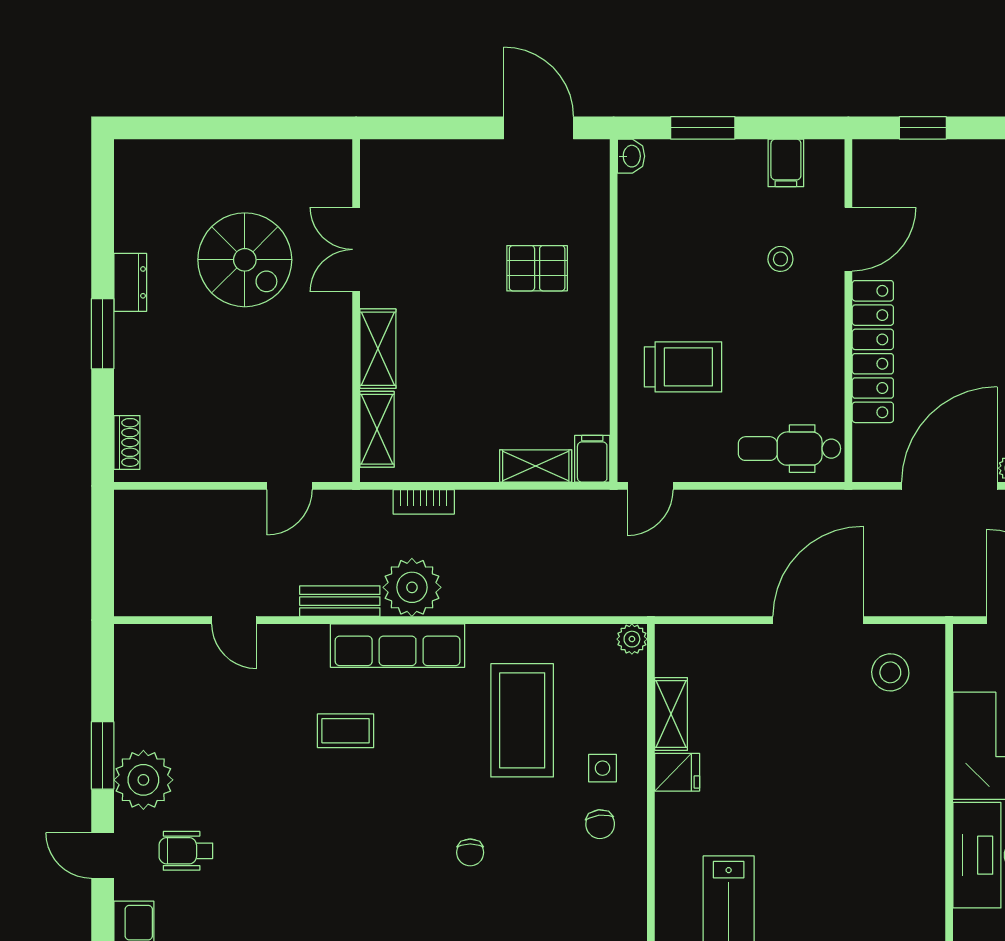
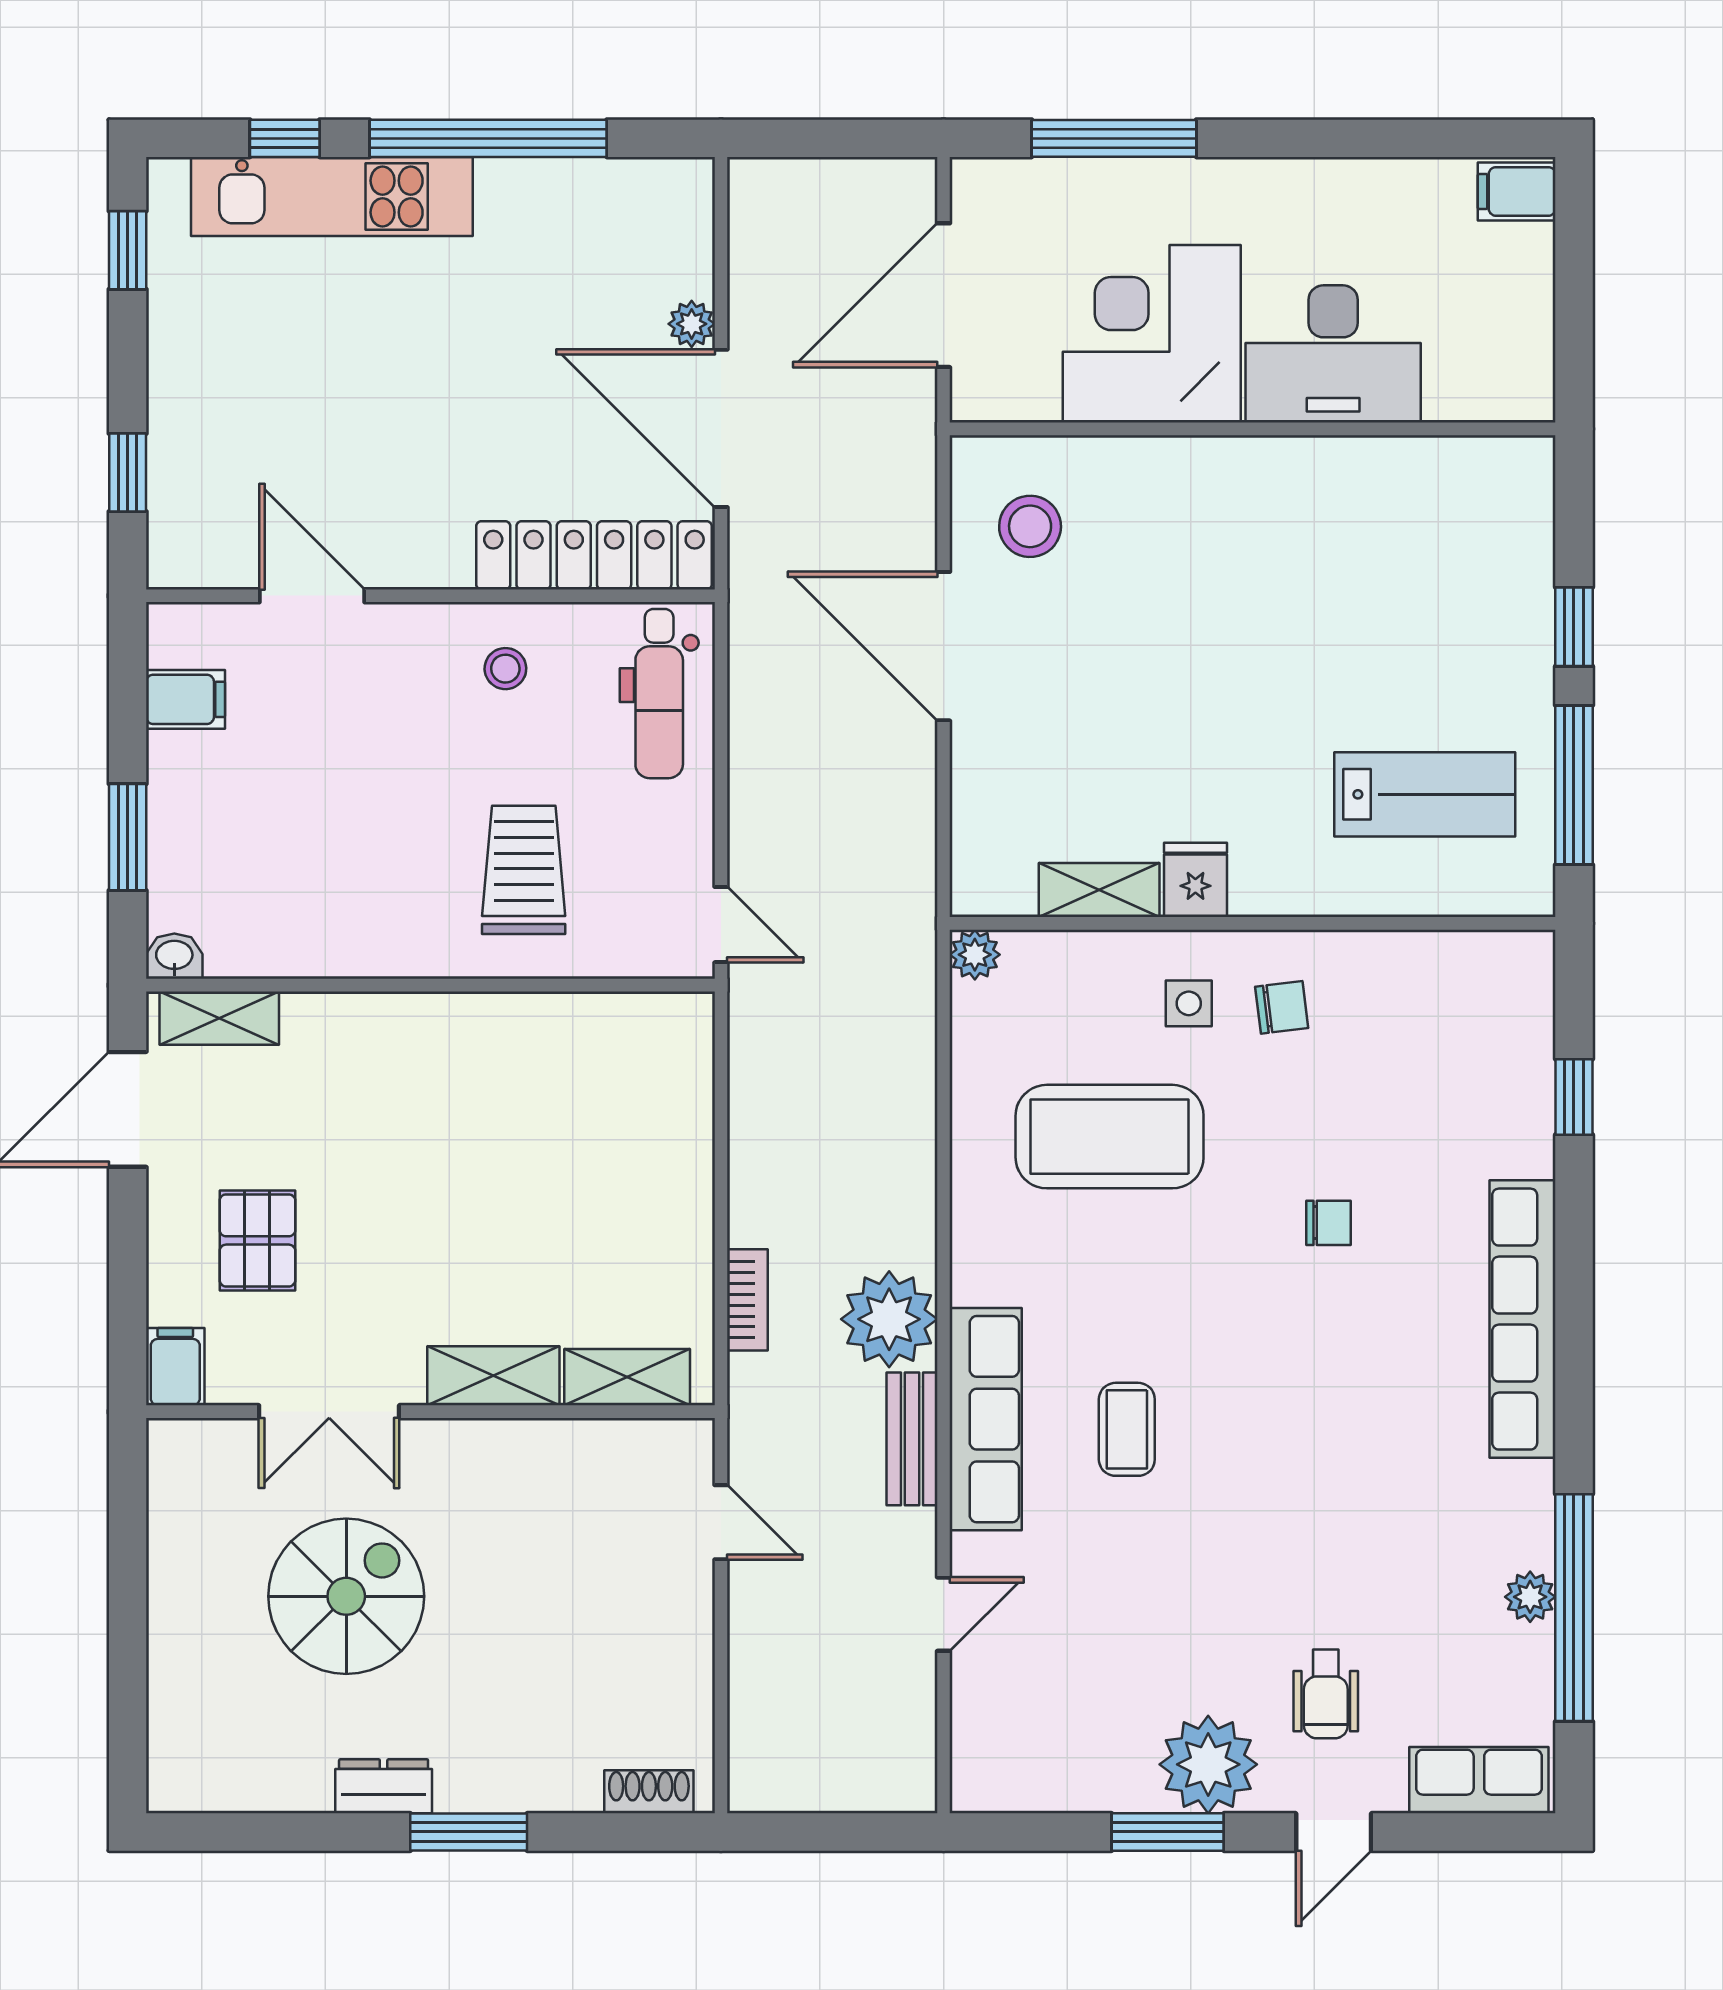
stool: (780, 259) -> (505, 669), moved
pallet: (537, 268) -> (257, 1240), moved
locker: (873, 352) -> (594, 555), moved
filing cabinet: (592, 459) -> (175, 1367), moved, turned 90
shelving: (536, 466) -> (219, 1018), moved, turned 90
row of seats: (398, 646) -> (986, 1419), moved

